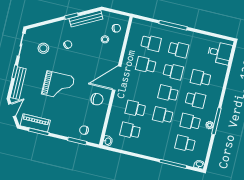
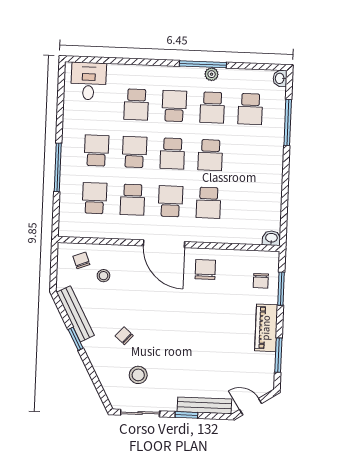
grand piano: (58, 86) -> (195, 338), removed
piano: (35, 123) -> (266, 328), moved
school desk: (130, 131) -> (170, 201), moved, turned 180

